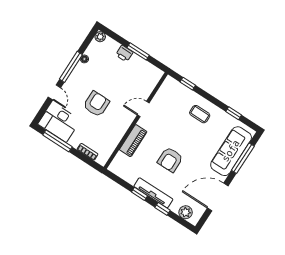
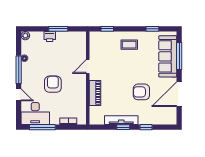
armchair: (170, 160) -> (141, 92), moved, turned 90
tv unit: (153, 193) -> (121, 120), moved
plant: (186, 212) -> (164, 119), removed

